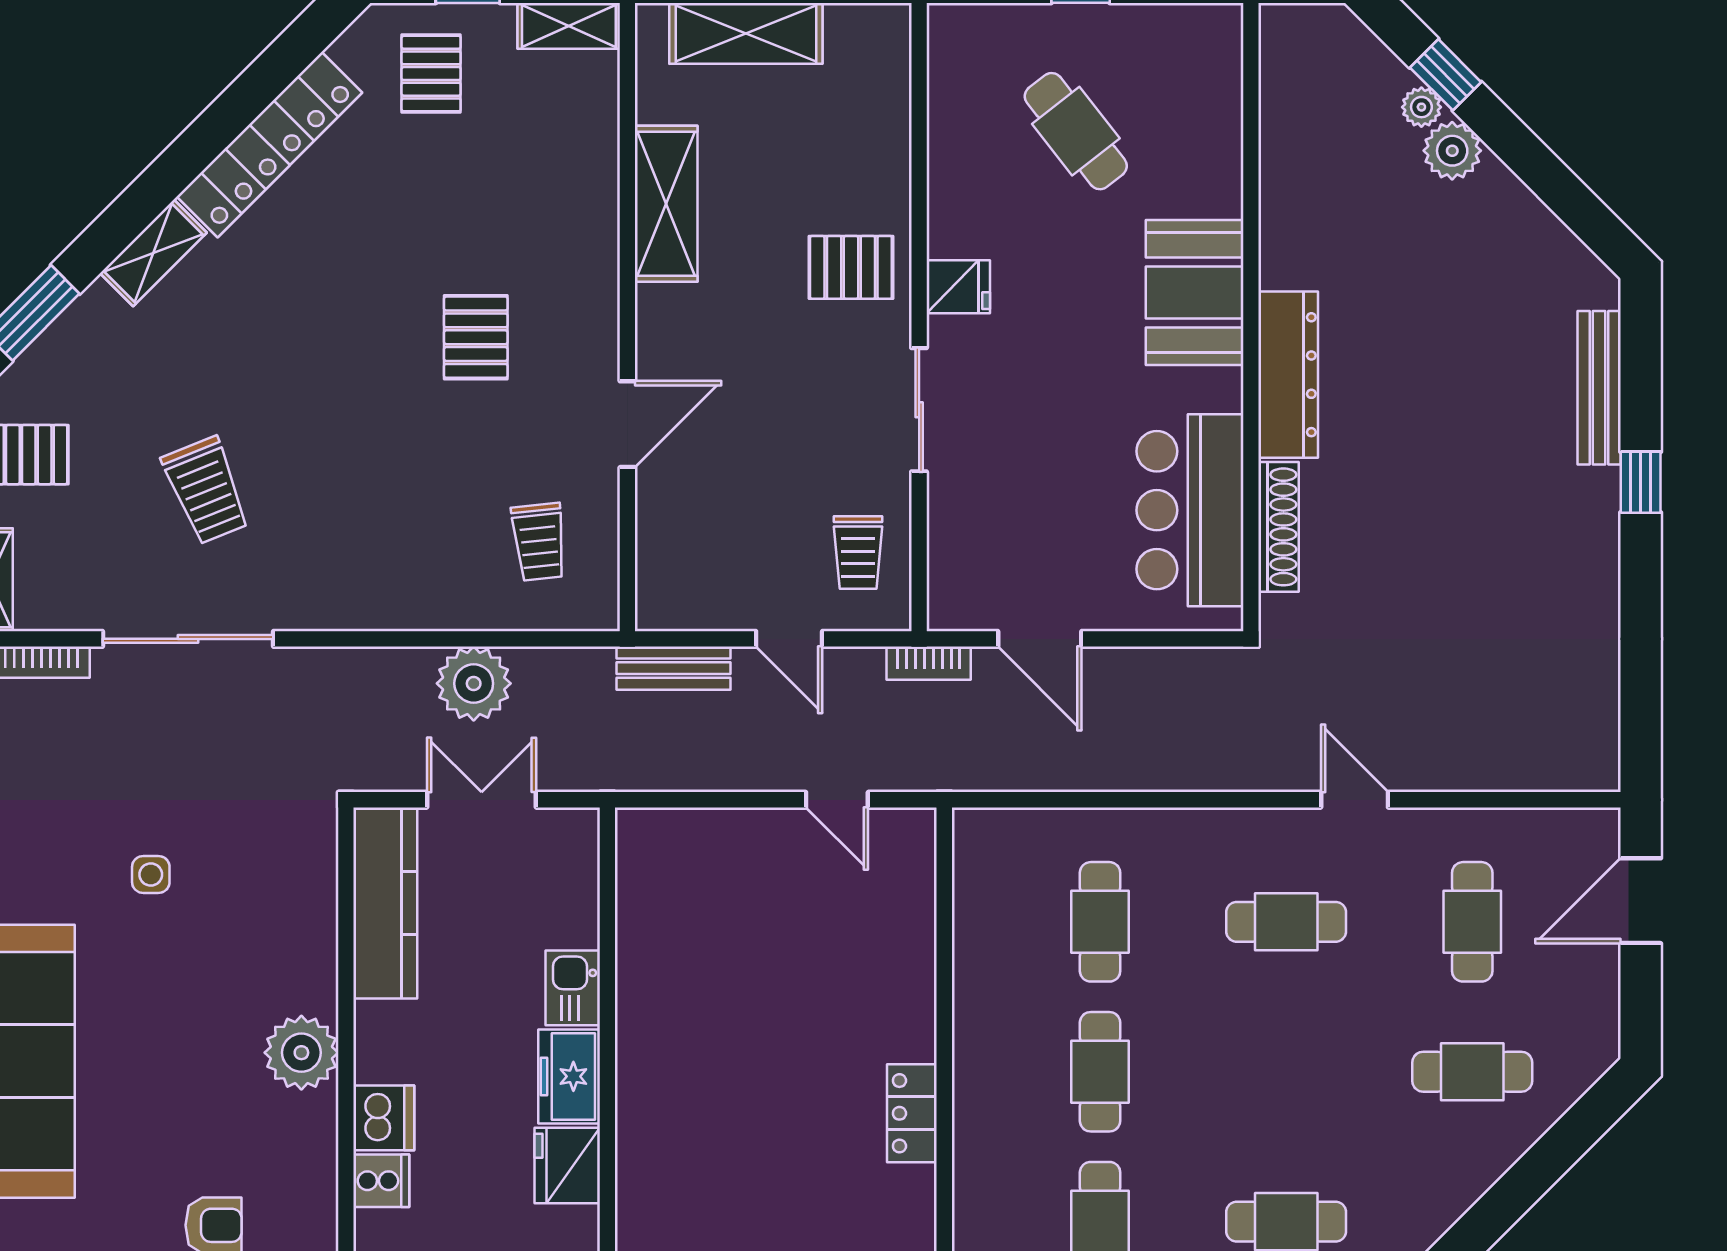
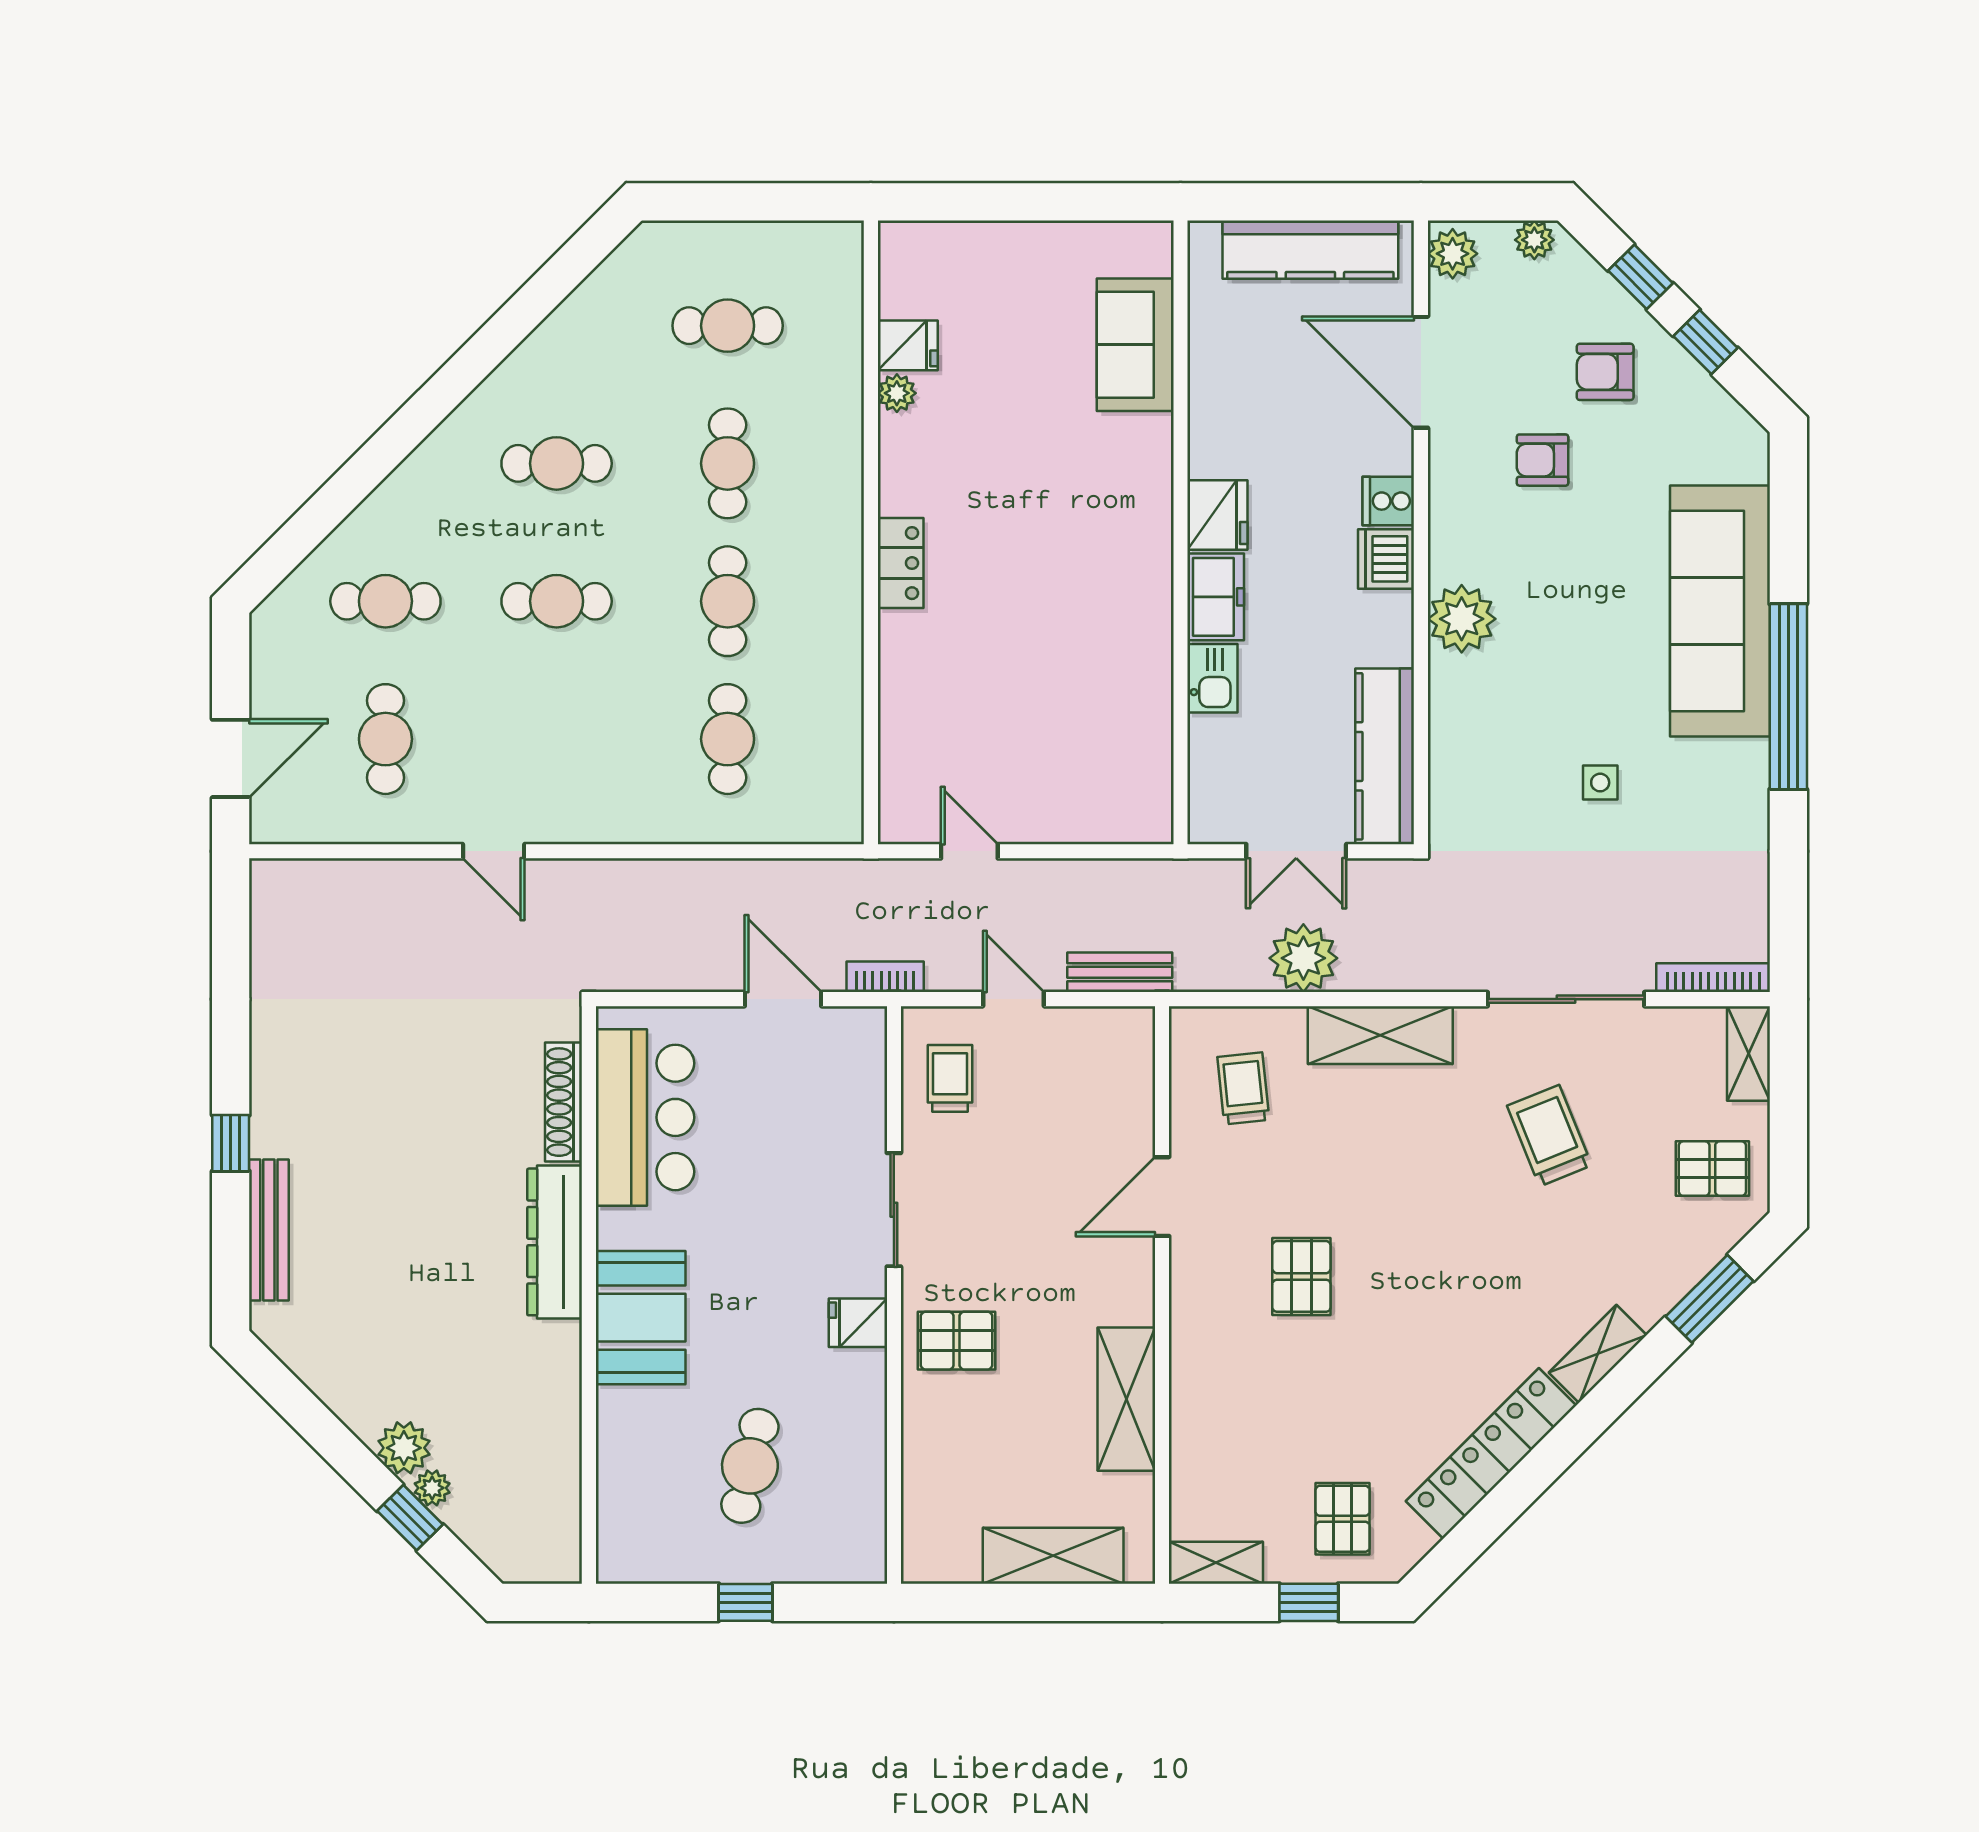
cafe table: (1076, 131) -> (750, 1466), turned 51
shelving: (390, 600) -> (1380, 1035), added
cafe table: (1286, 922) -> (557, 601), moved

